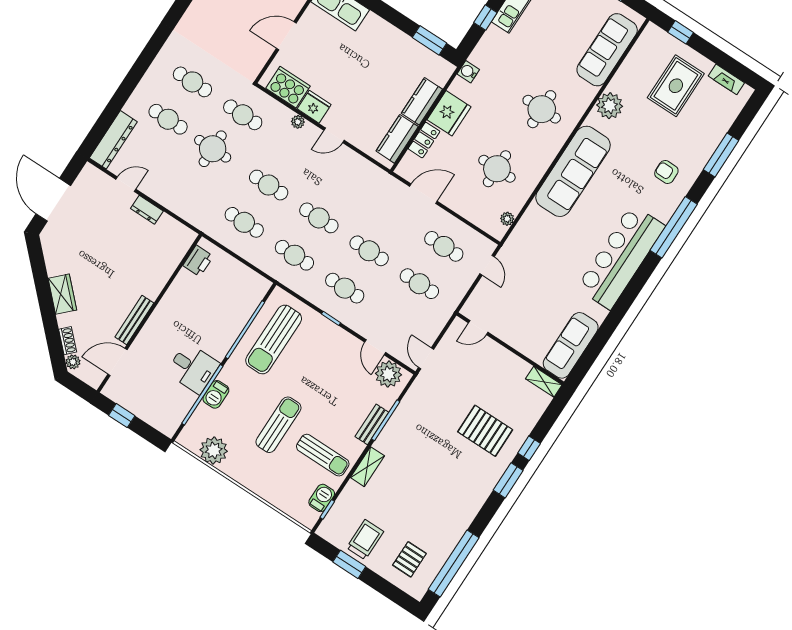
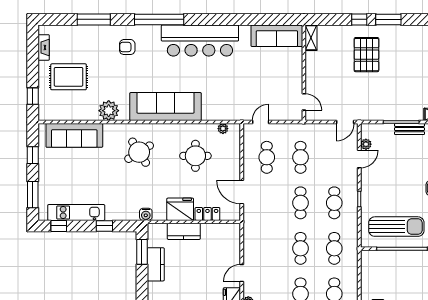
round table: (542, 109) -> (139, 152), turned -32
door: (334, 135) -> (242, 273), swing flipped
kitchen counter: (397, 139) -> (156, 264), moved, turned -90
armchair: (666, 172) -> (127, 47), turned 90
plant: (388, 374) -> (366, 144), width x0.53, depth x0.53

